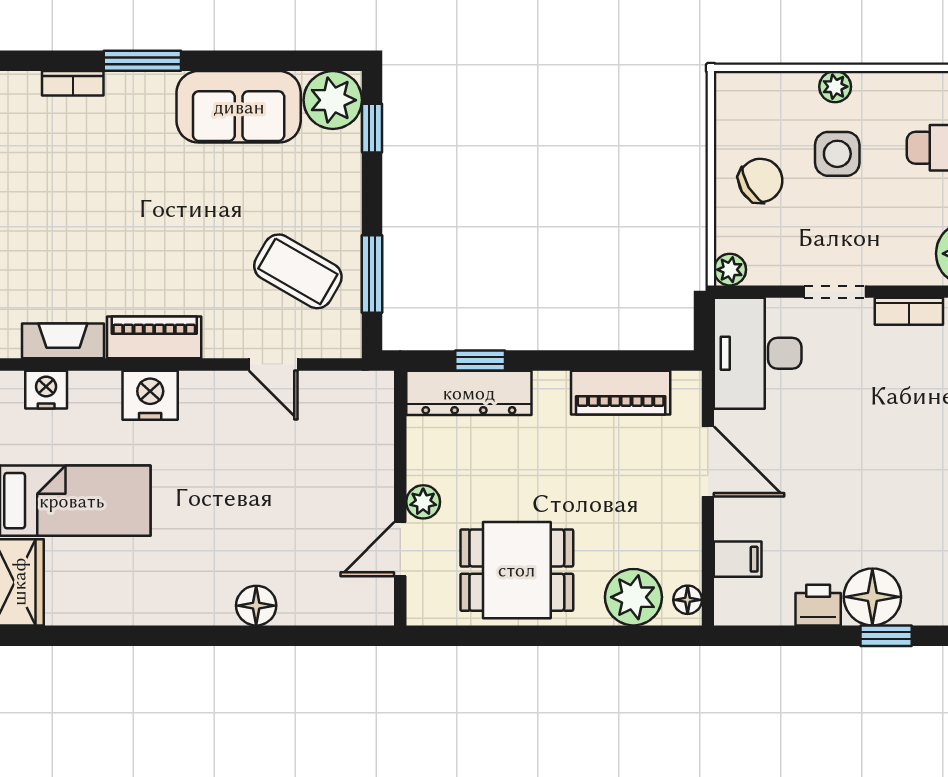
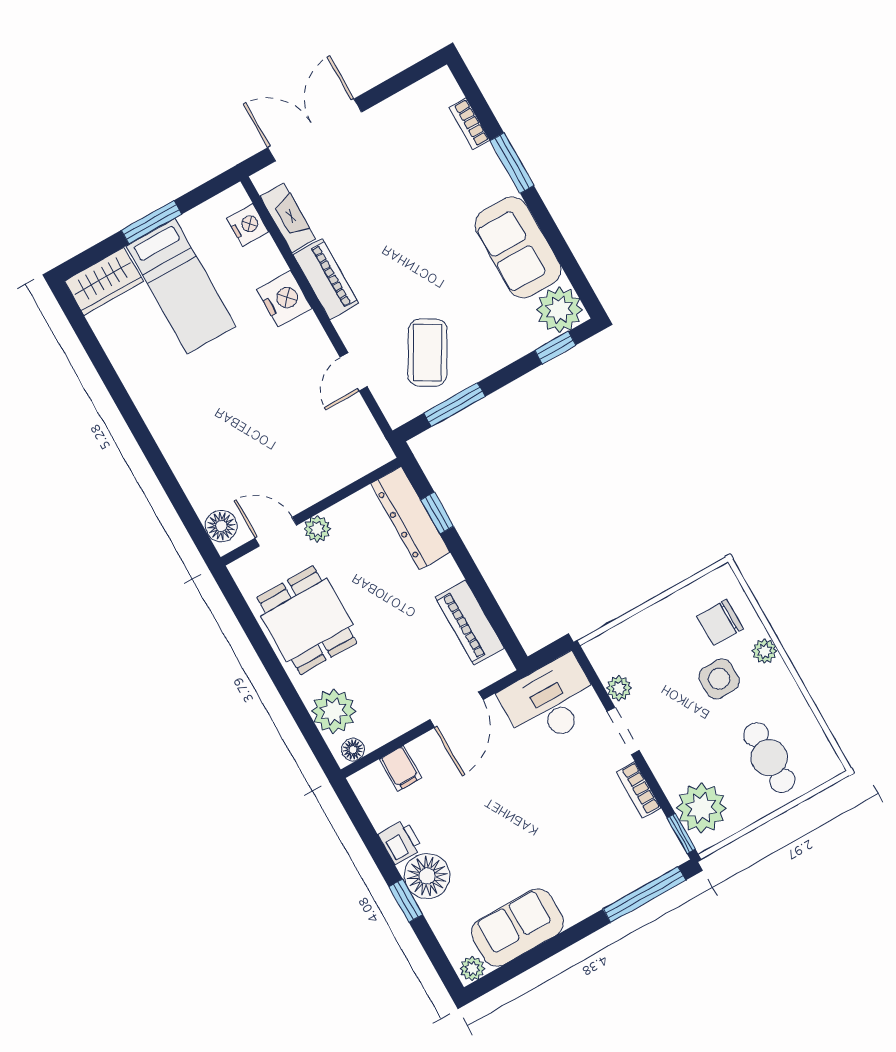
chair: (761, 180) -> (720, 622), moved, turned 121
plant: (730, 270) -> (619, 688), moved
floor lamp: (256, 606) -> (221, 526), moved

